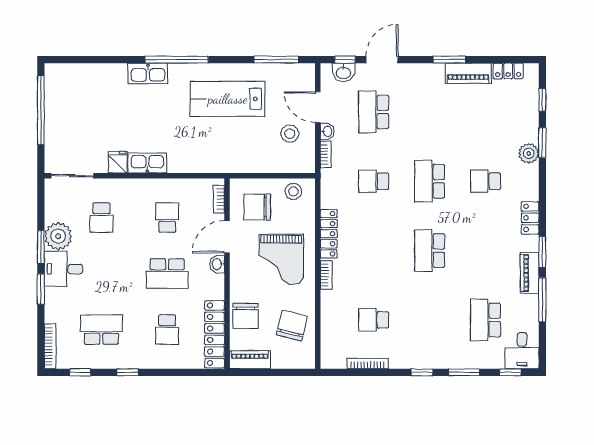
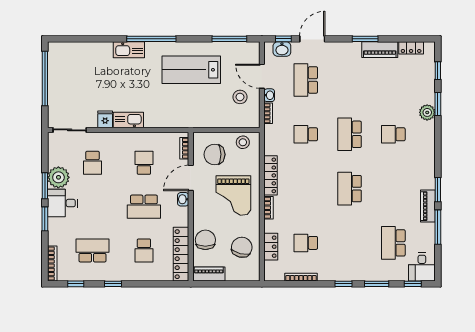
locker: (530, 218) -> (271, 247), moved, turned 180
chair: (246, 316) -> (205, 240), turned 180

